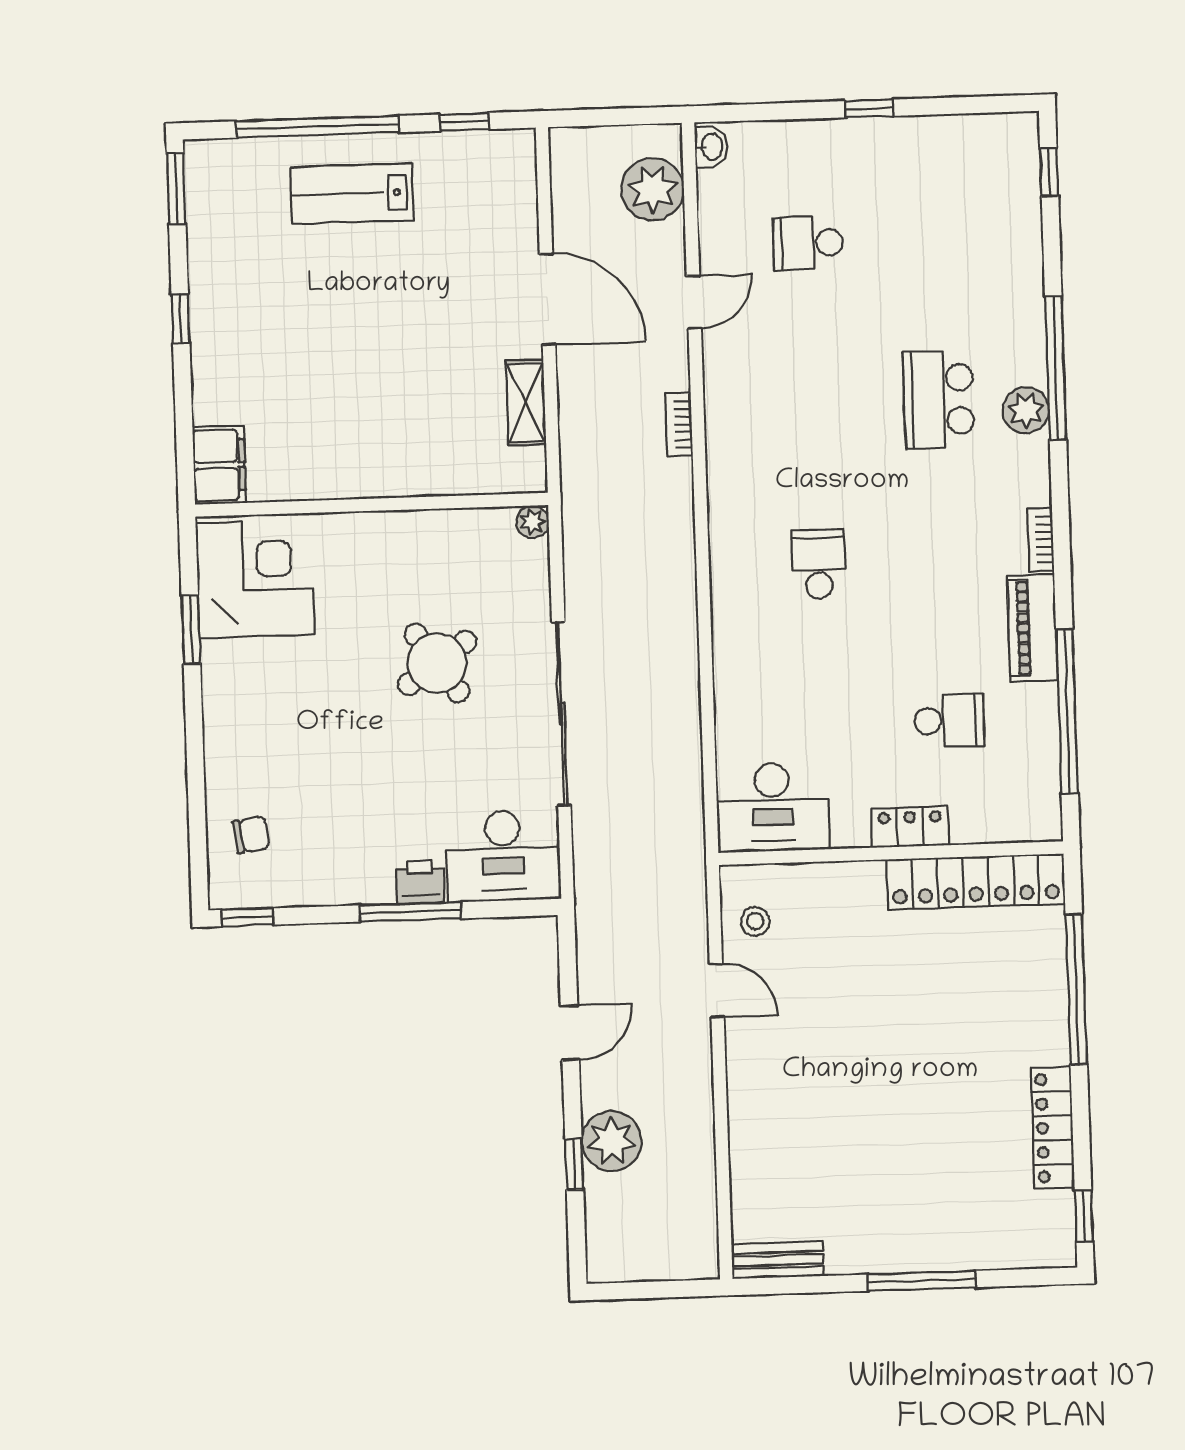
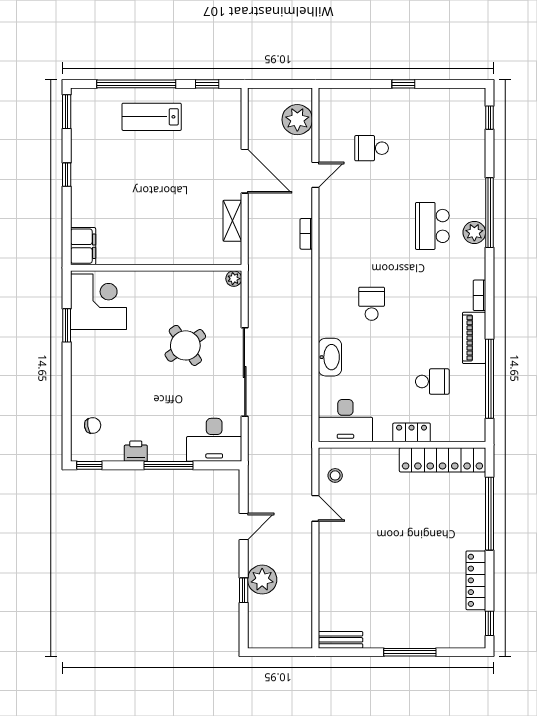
washbasin: (711, 147) -> (330, 357), moved, width x1.91, depth x1.45
printer: (420, 882) -> (136, 451), moved

